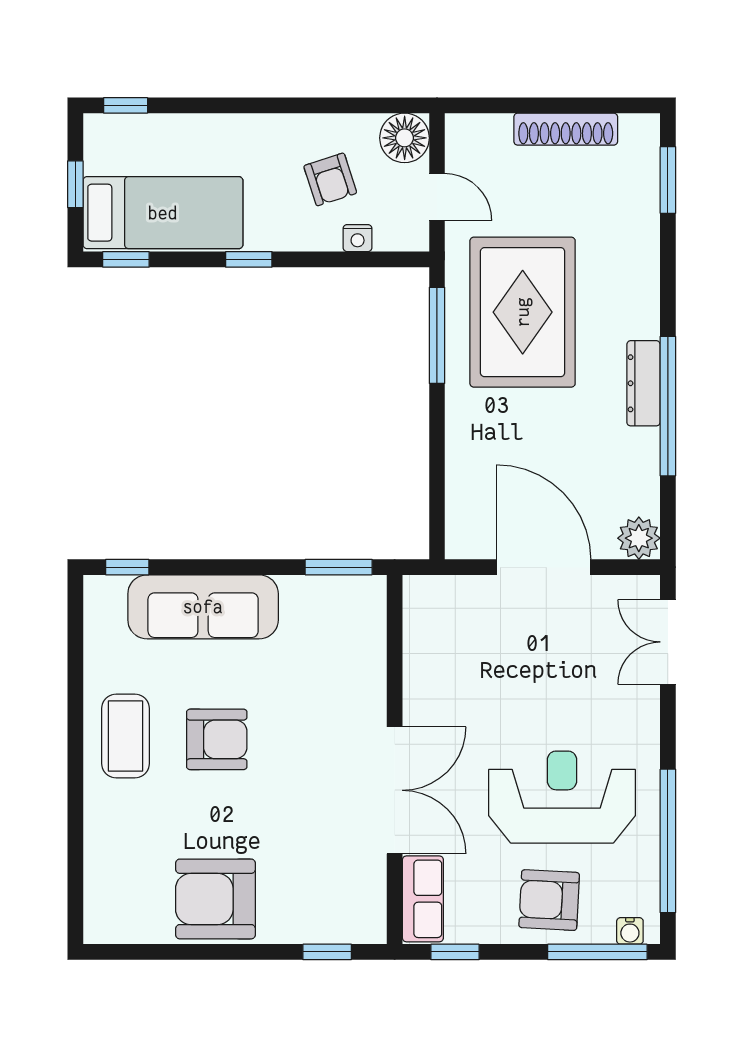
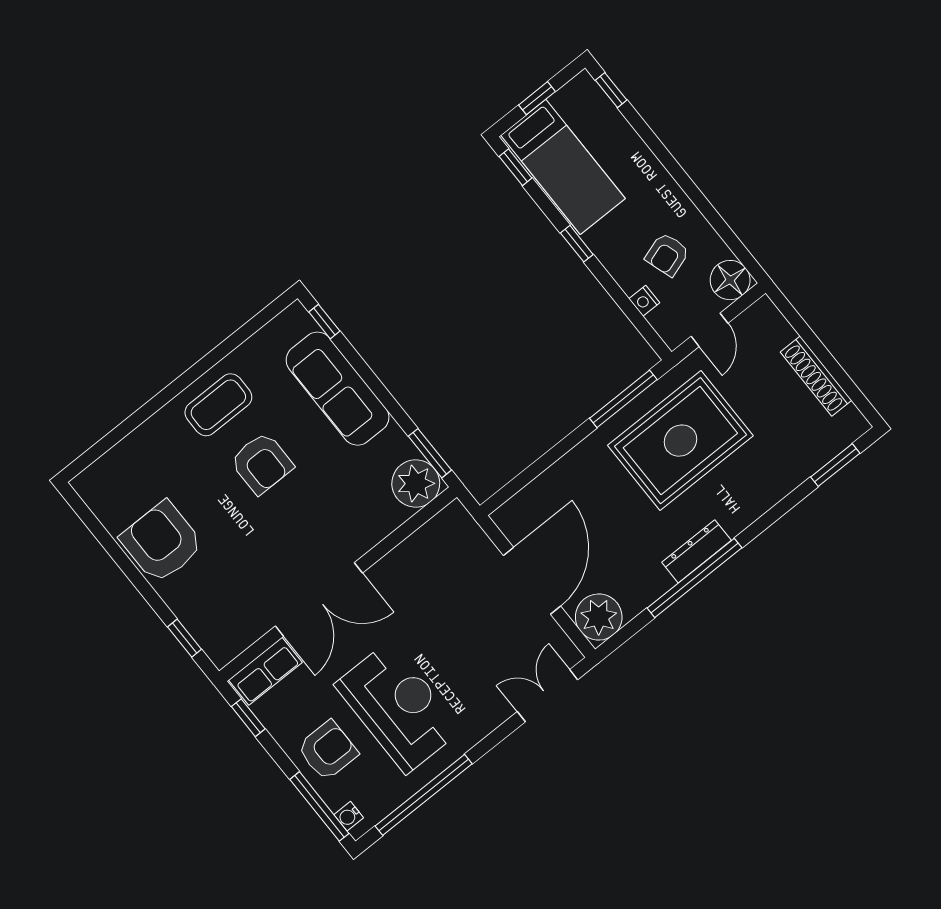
plant: (639, 538) -> (599, 617), width x1.36, depth x1.36
plant: (357, 605) -> (416, 483), added
armchair: (549, 900) -> (328, 750), turned 87

